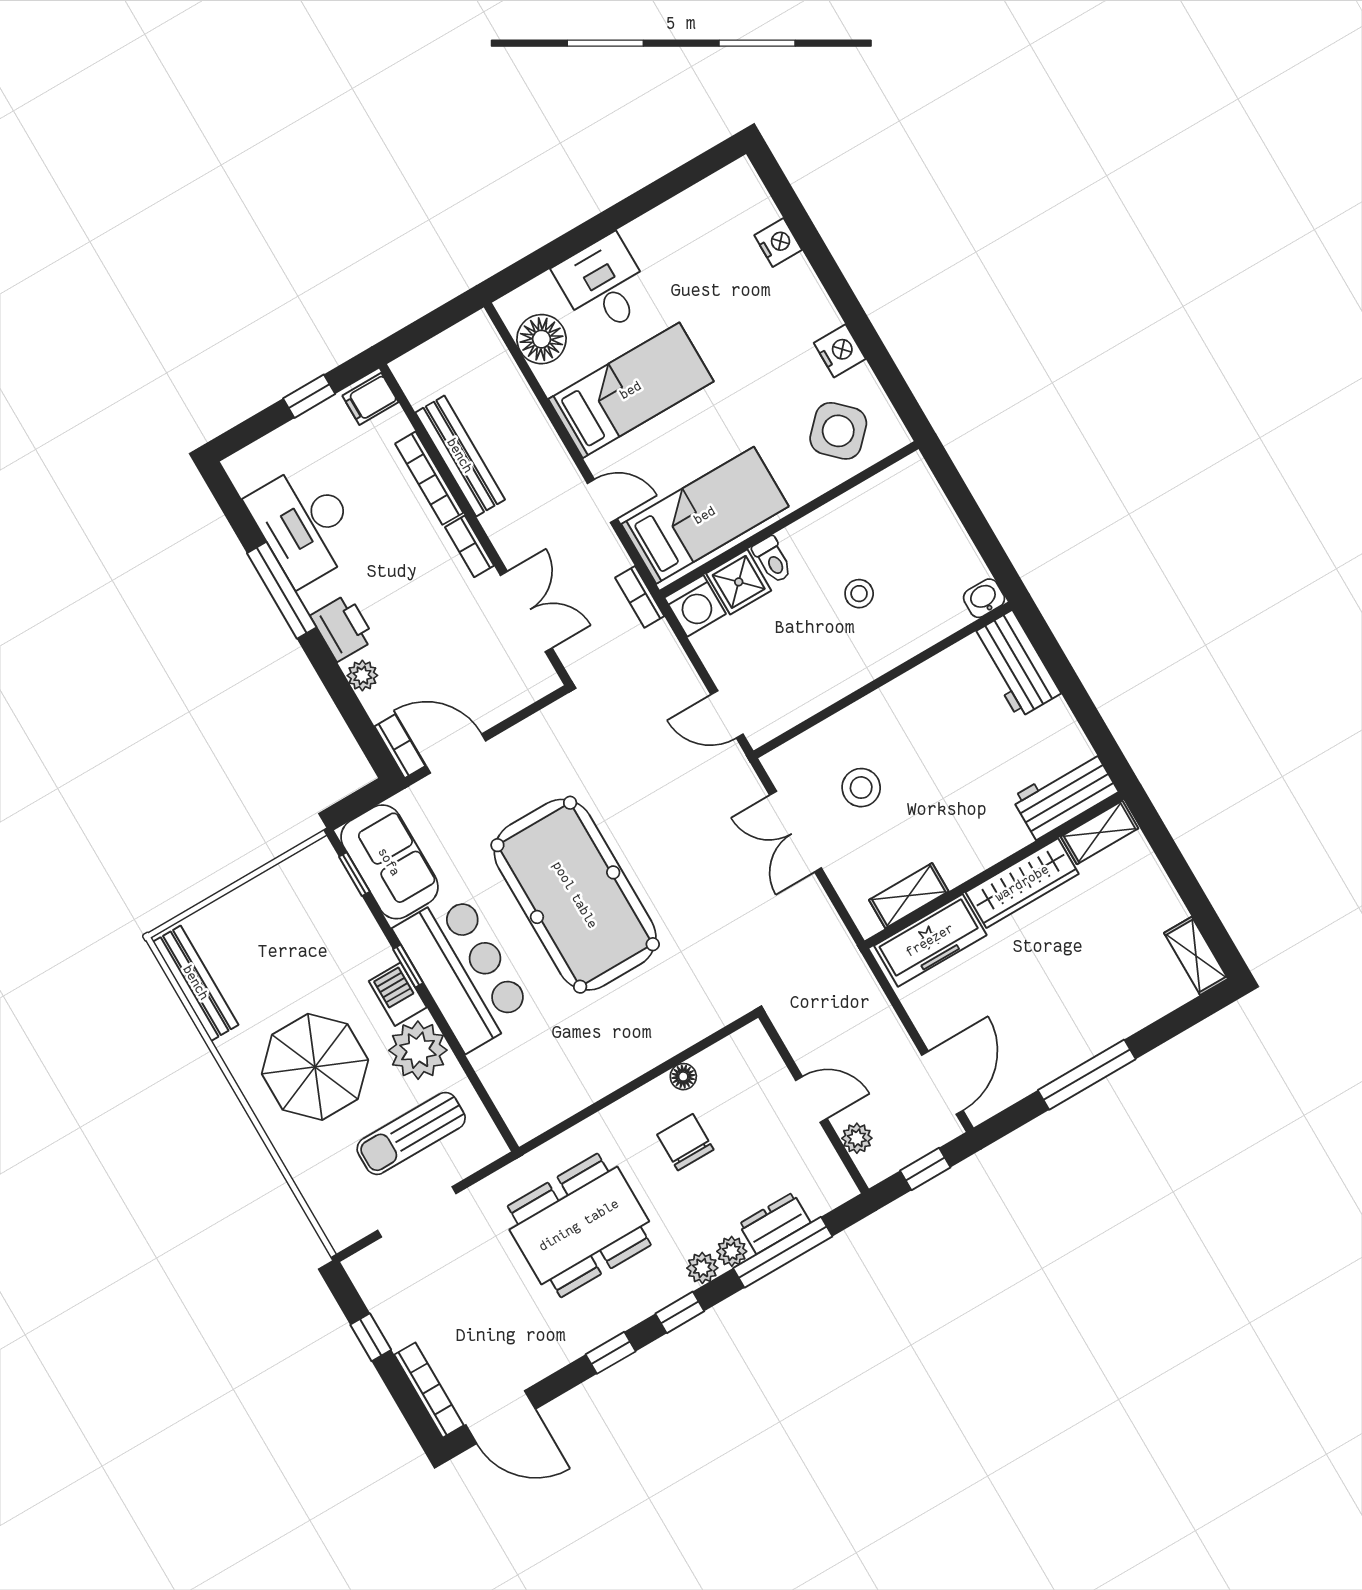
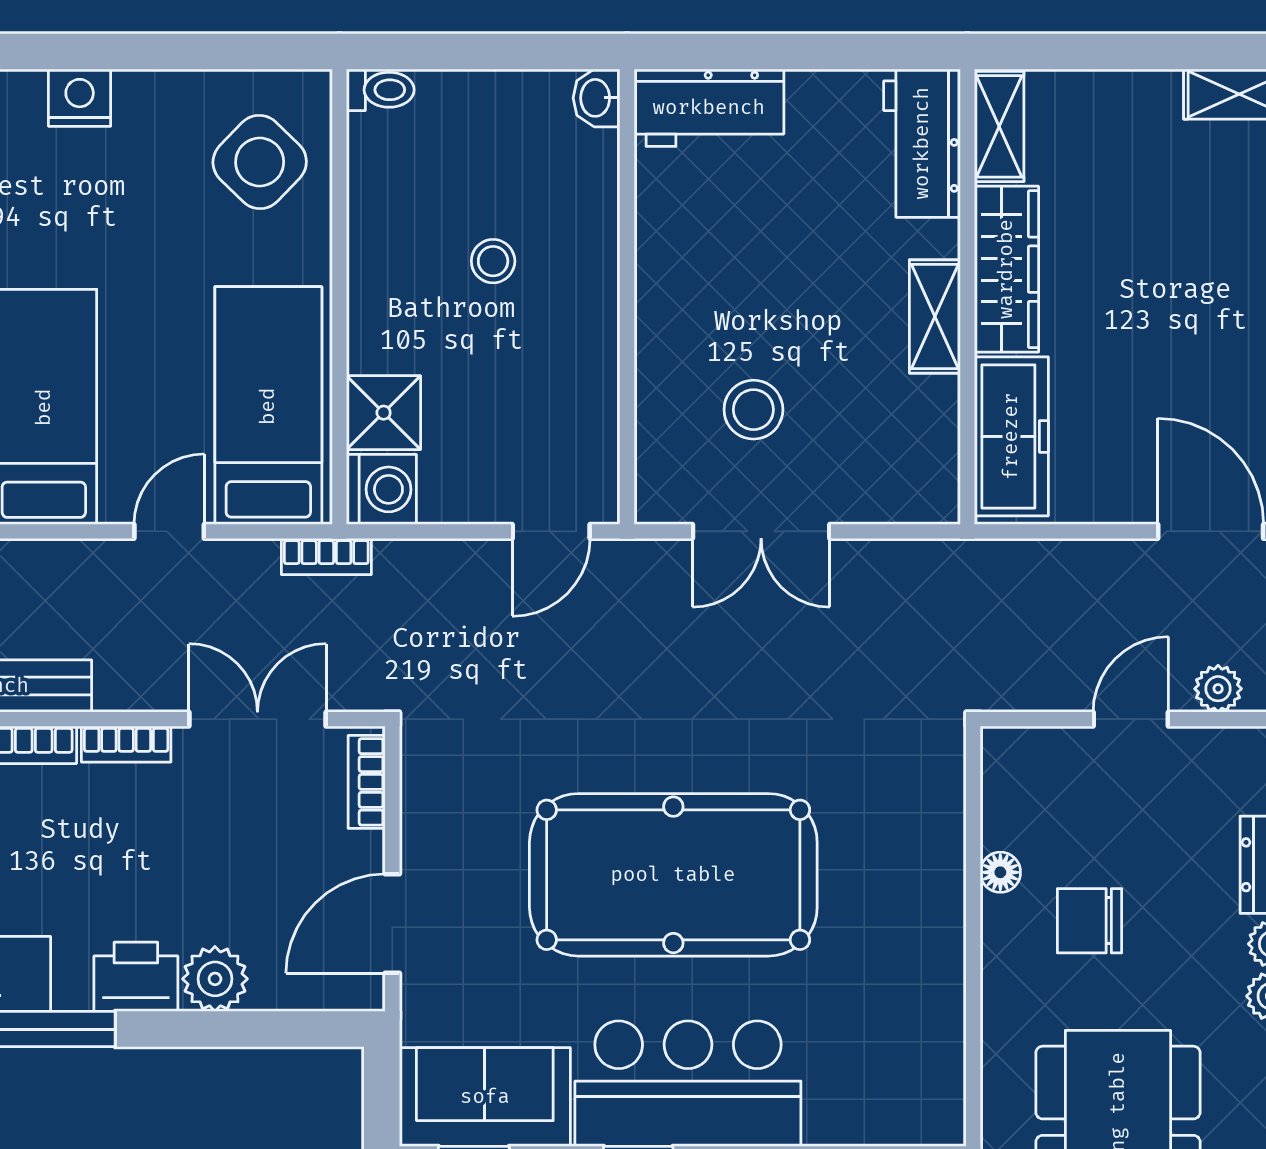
nightstand: (840, 351) -> (80, 98), moved
toilet: (773, 560) -> (380, 90), moved
plant: (362, 675) -> (215, 979), width x1.38, depth x1.38
bookcase: (400, 746) -> (367, 782), moved, turned -90
shelving: (909, 896) -> (935, 316), moved

